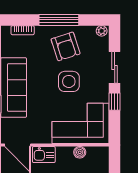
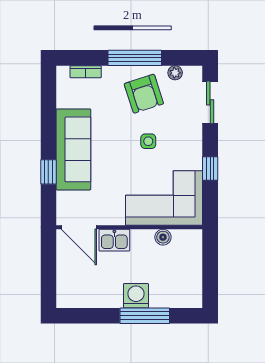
plant: (102, 31) -> (175, 73), moved
sliding door: (115, 67) -> (210, 102), moved
side table: (69, 81) -> (148, 141), width x0.54, depth x0.54

